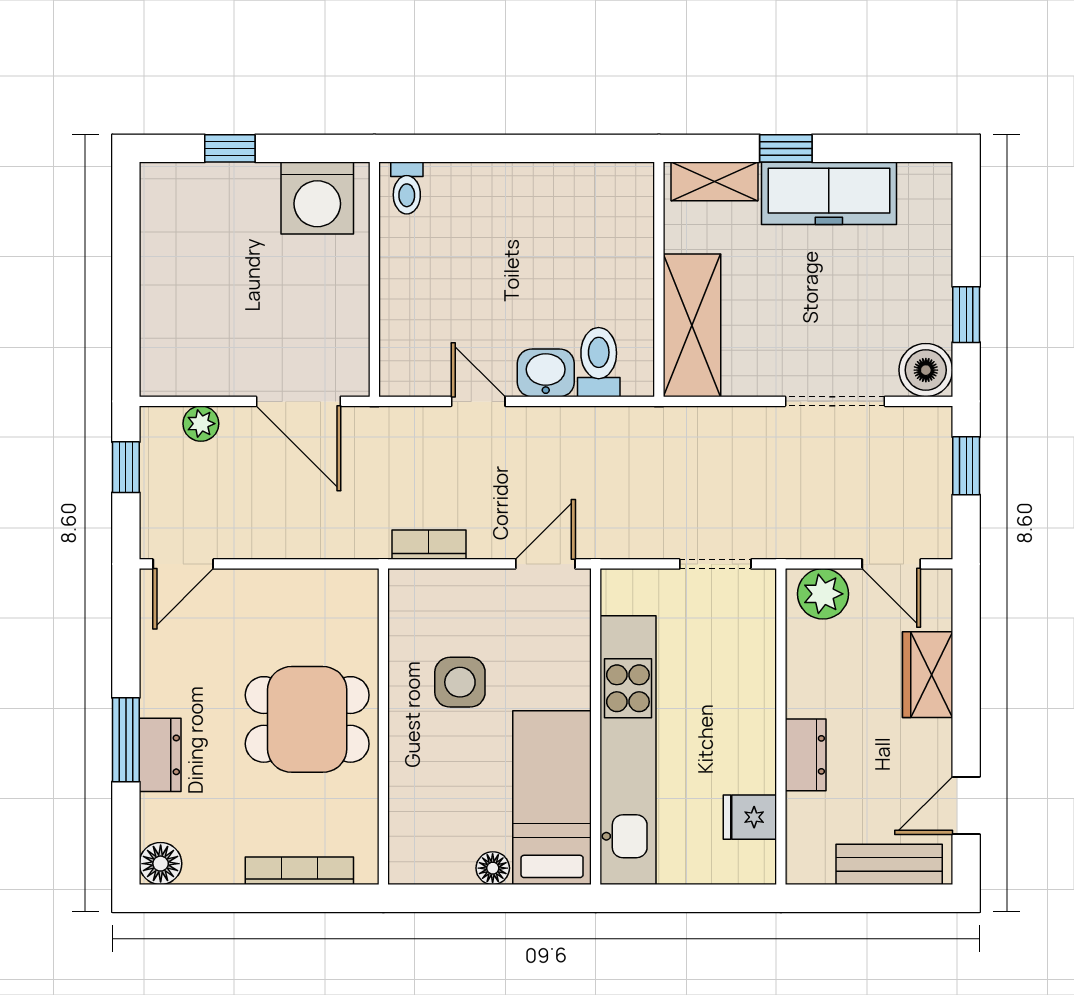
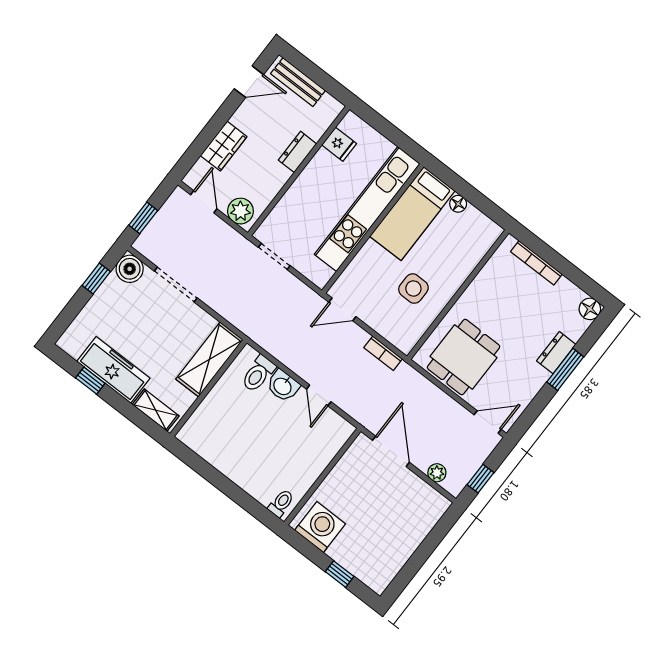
window: (786, 148) -> (90, 381), moved
dining table: (307, 719) -> (464, 357), moved, turned 90

